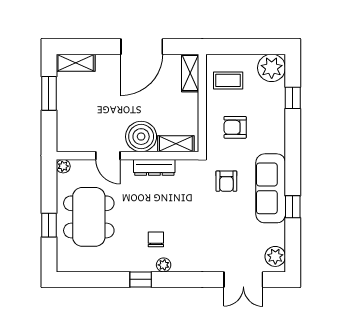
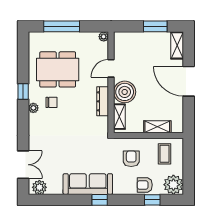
door: (142, 47) -> (189, 81), moved
shelving: (190, 73) -> (157, 127), moved
armchair: (226, 181) -> (145, 185), moved
window: (293, 207) -> (100, 200), moved
dining table: (89, 217) -> (58, 69), moved
window: (49, 225) -> (62, 26), width x2.17
double door: (243, 279) -> (23, 165), swing flipped

